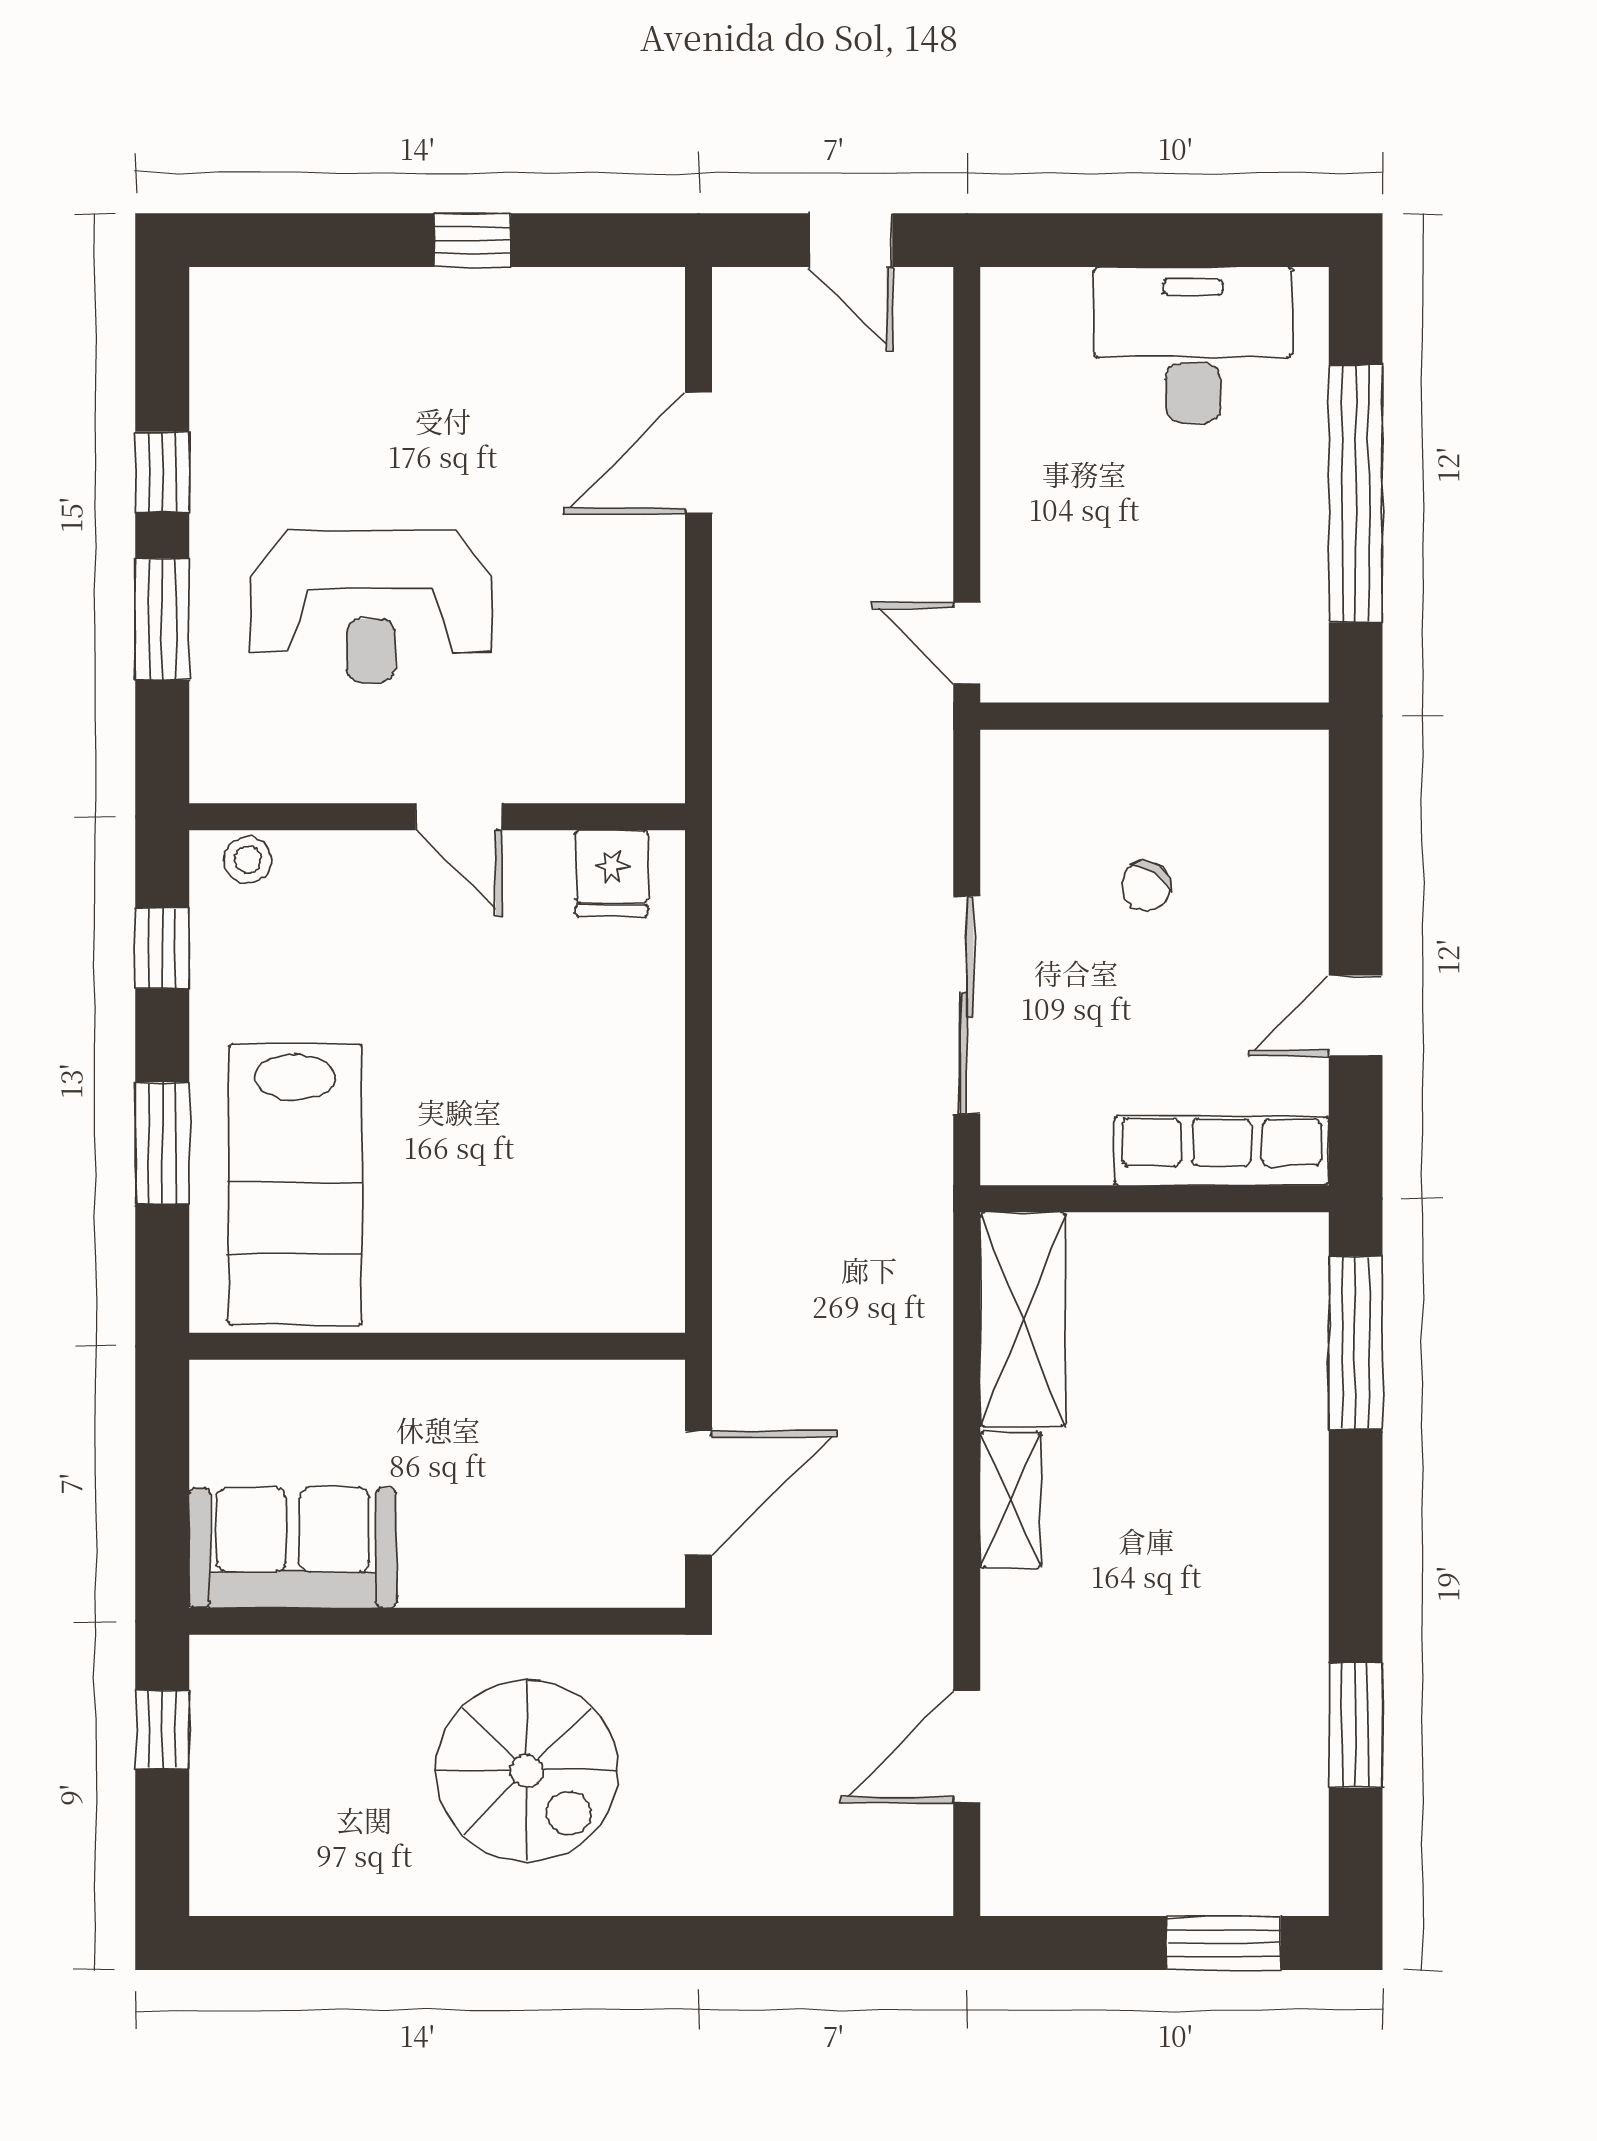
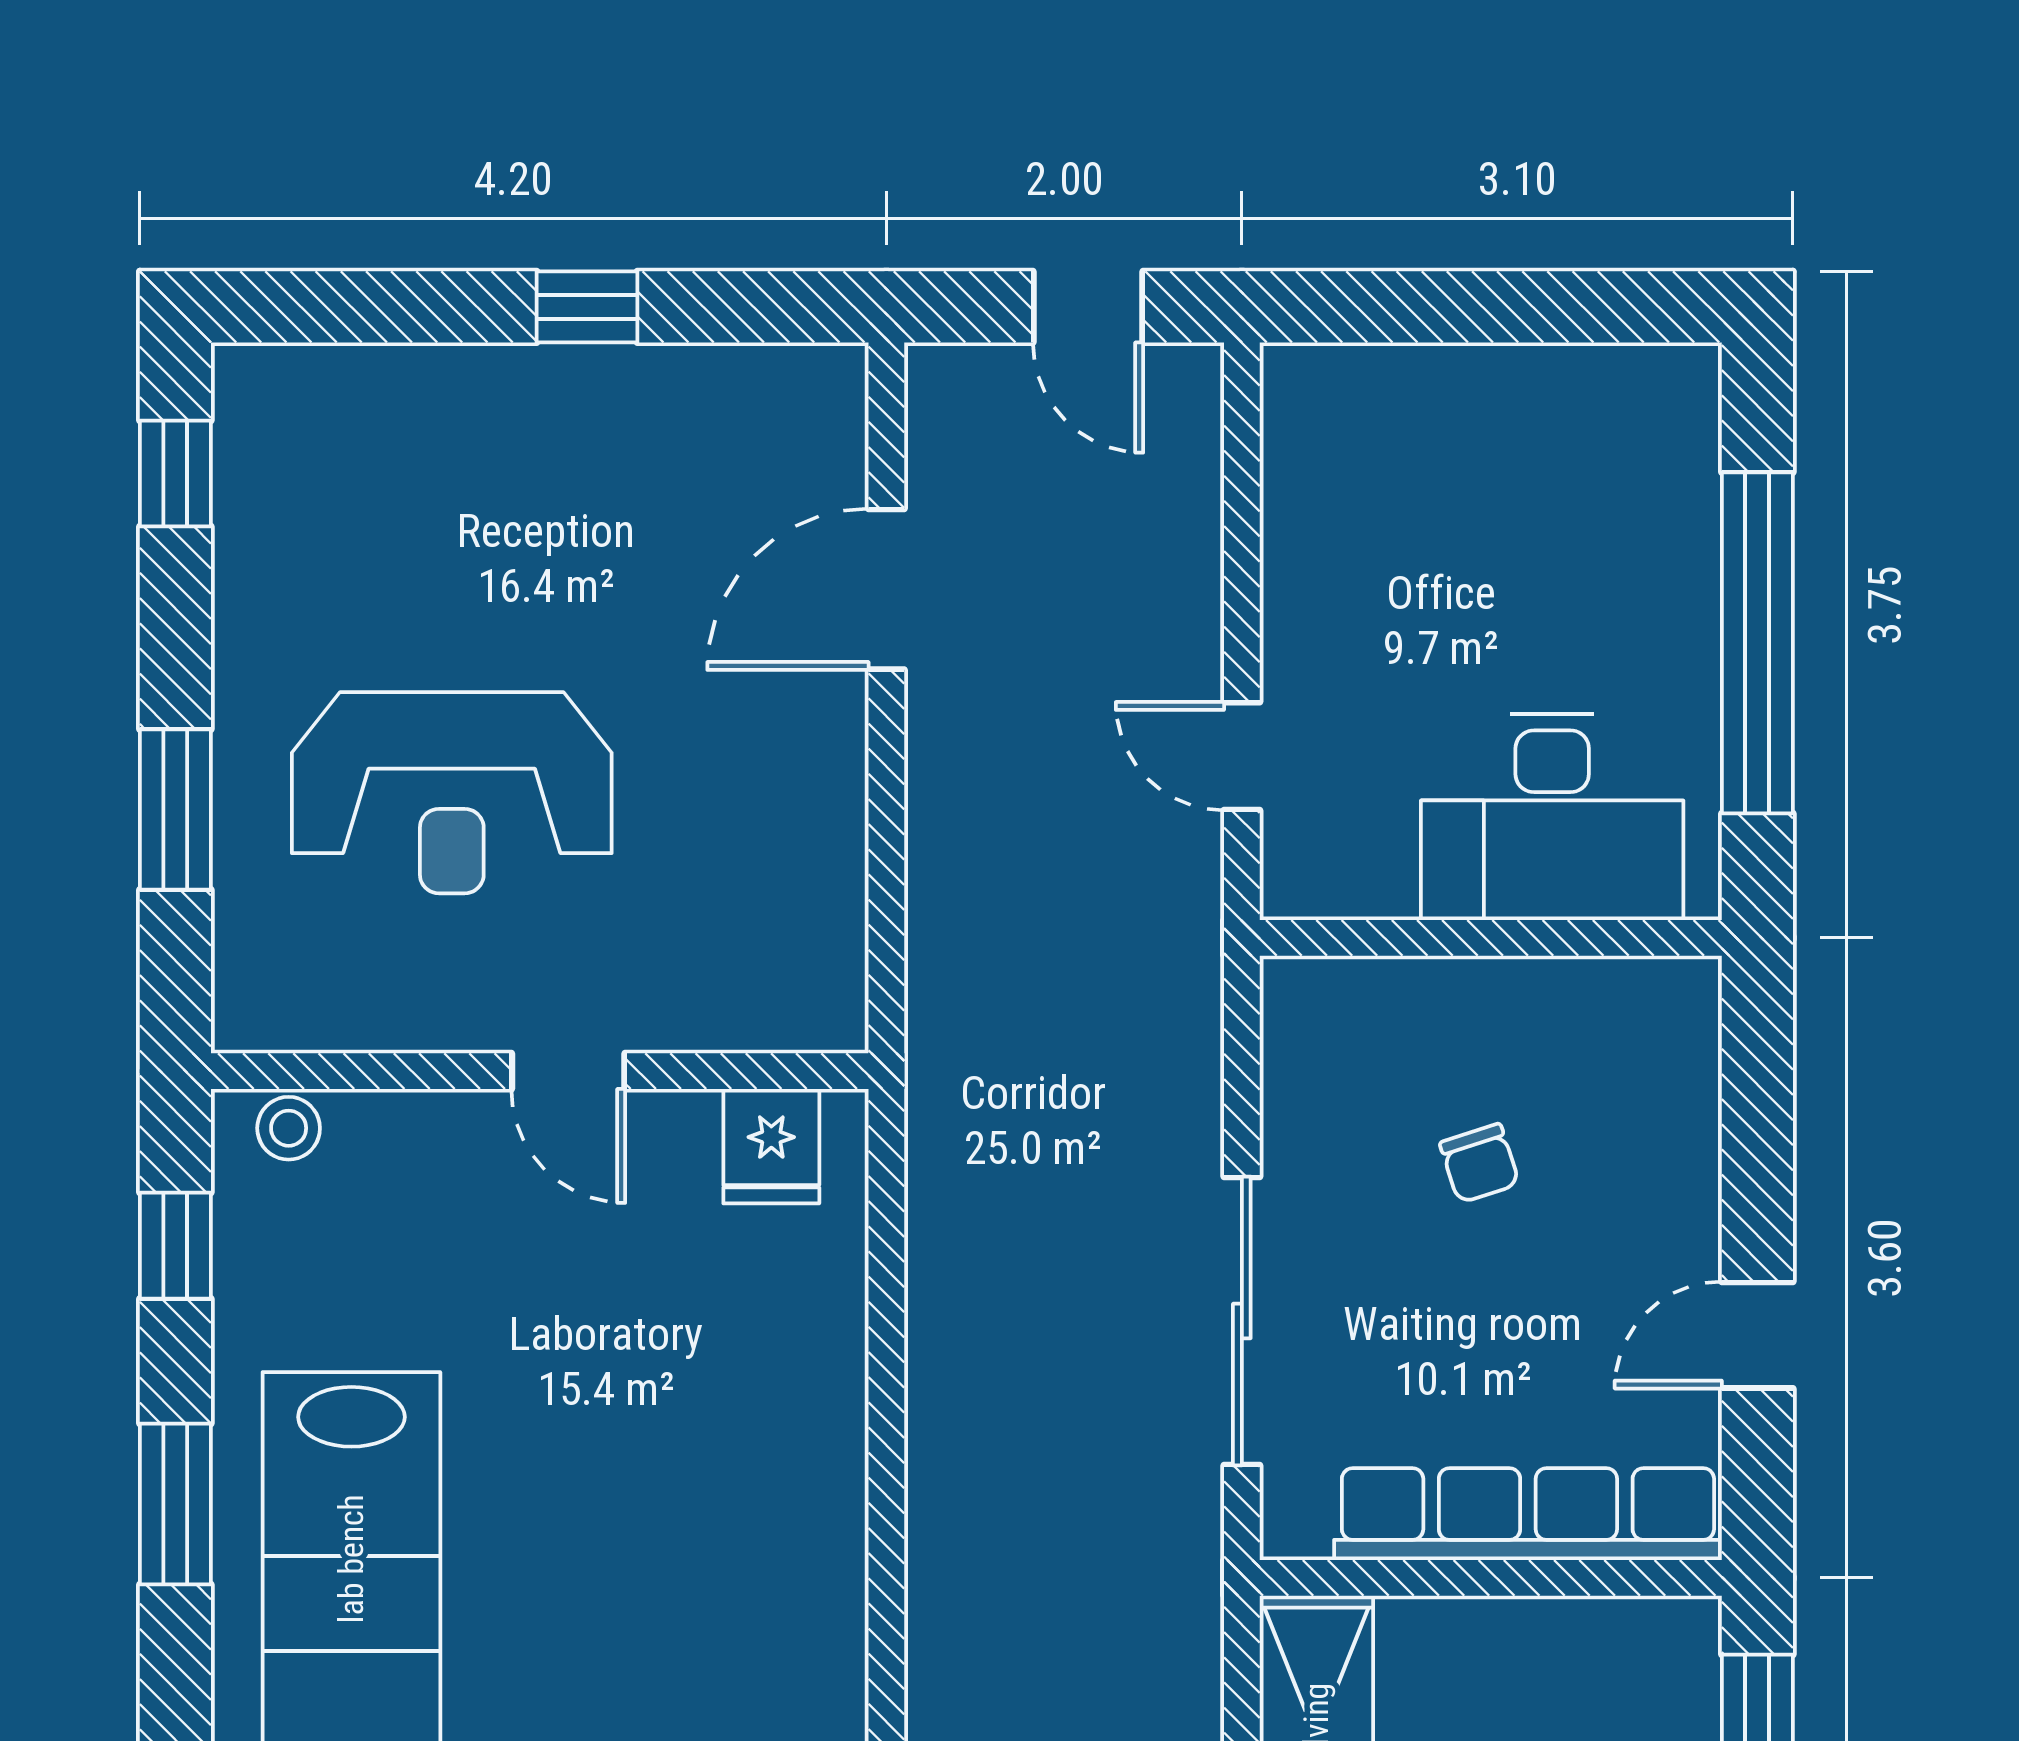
desk: (1193, 345) -> (1552, 817), moved, turned 180
window: (162, 472) -> (175, 474), moved
door: (967, 643) -> (1242, 756), moved
chair: (1146, 886) -> (1480, 1163), turned -51
row of seats: (1222, 1151) -> (1528, 1514), width x1.36

